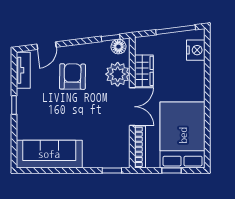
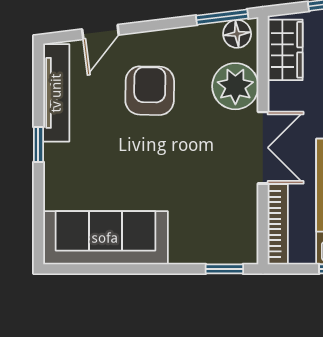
window: (111, 38) -> (222, 17), width x1.50
tv unit: (23, 70) -> (56, 93), width x1.41
wardrobe: (144, 71) -> (285, 50), moved

